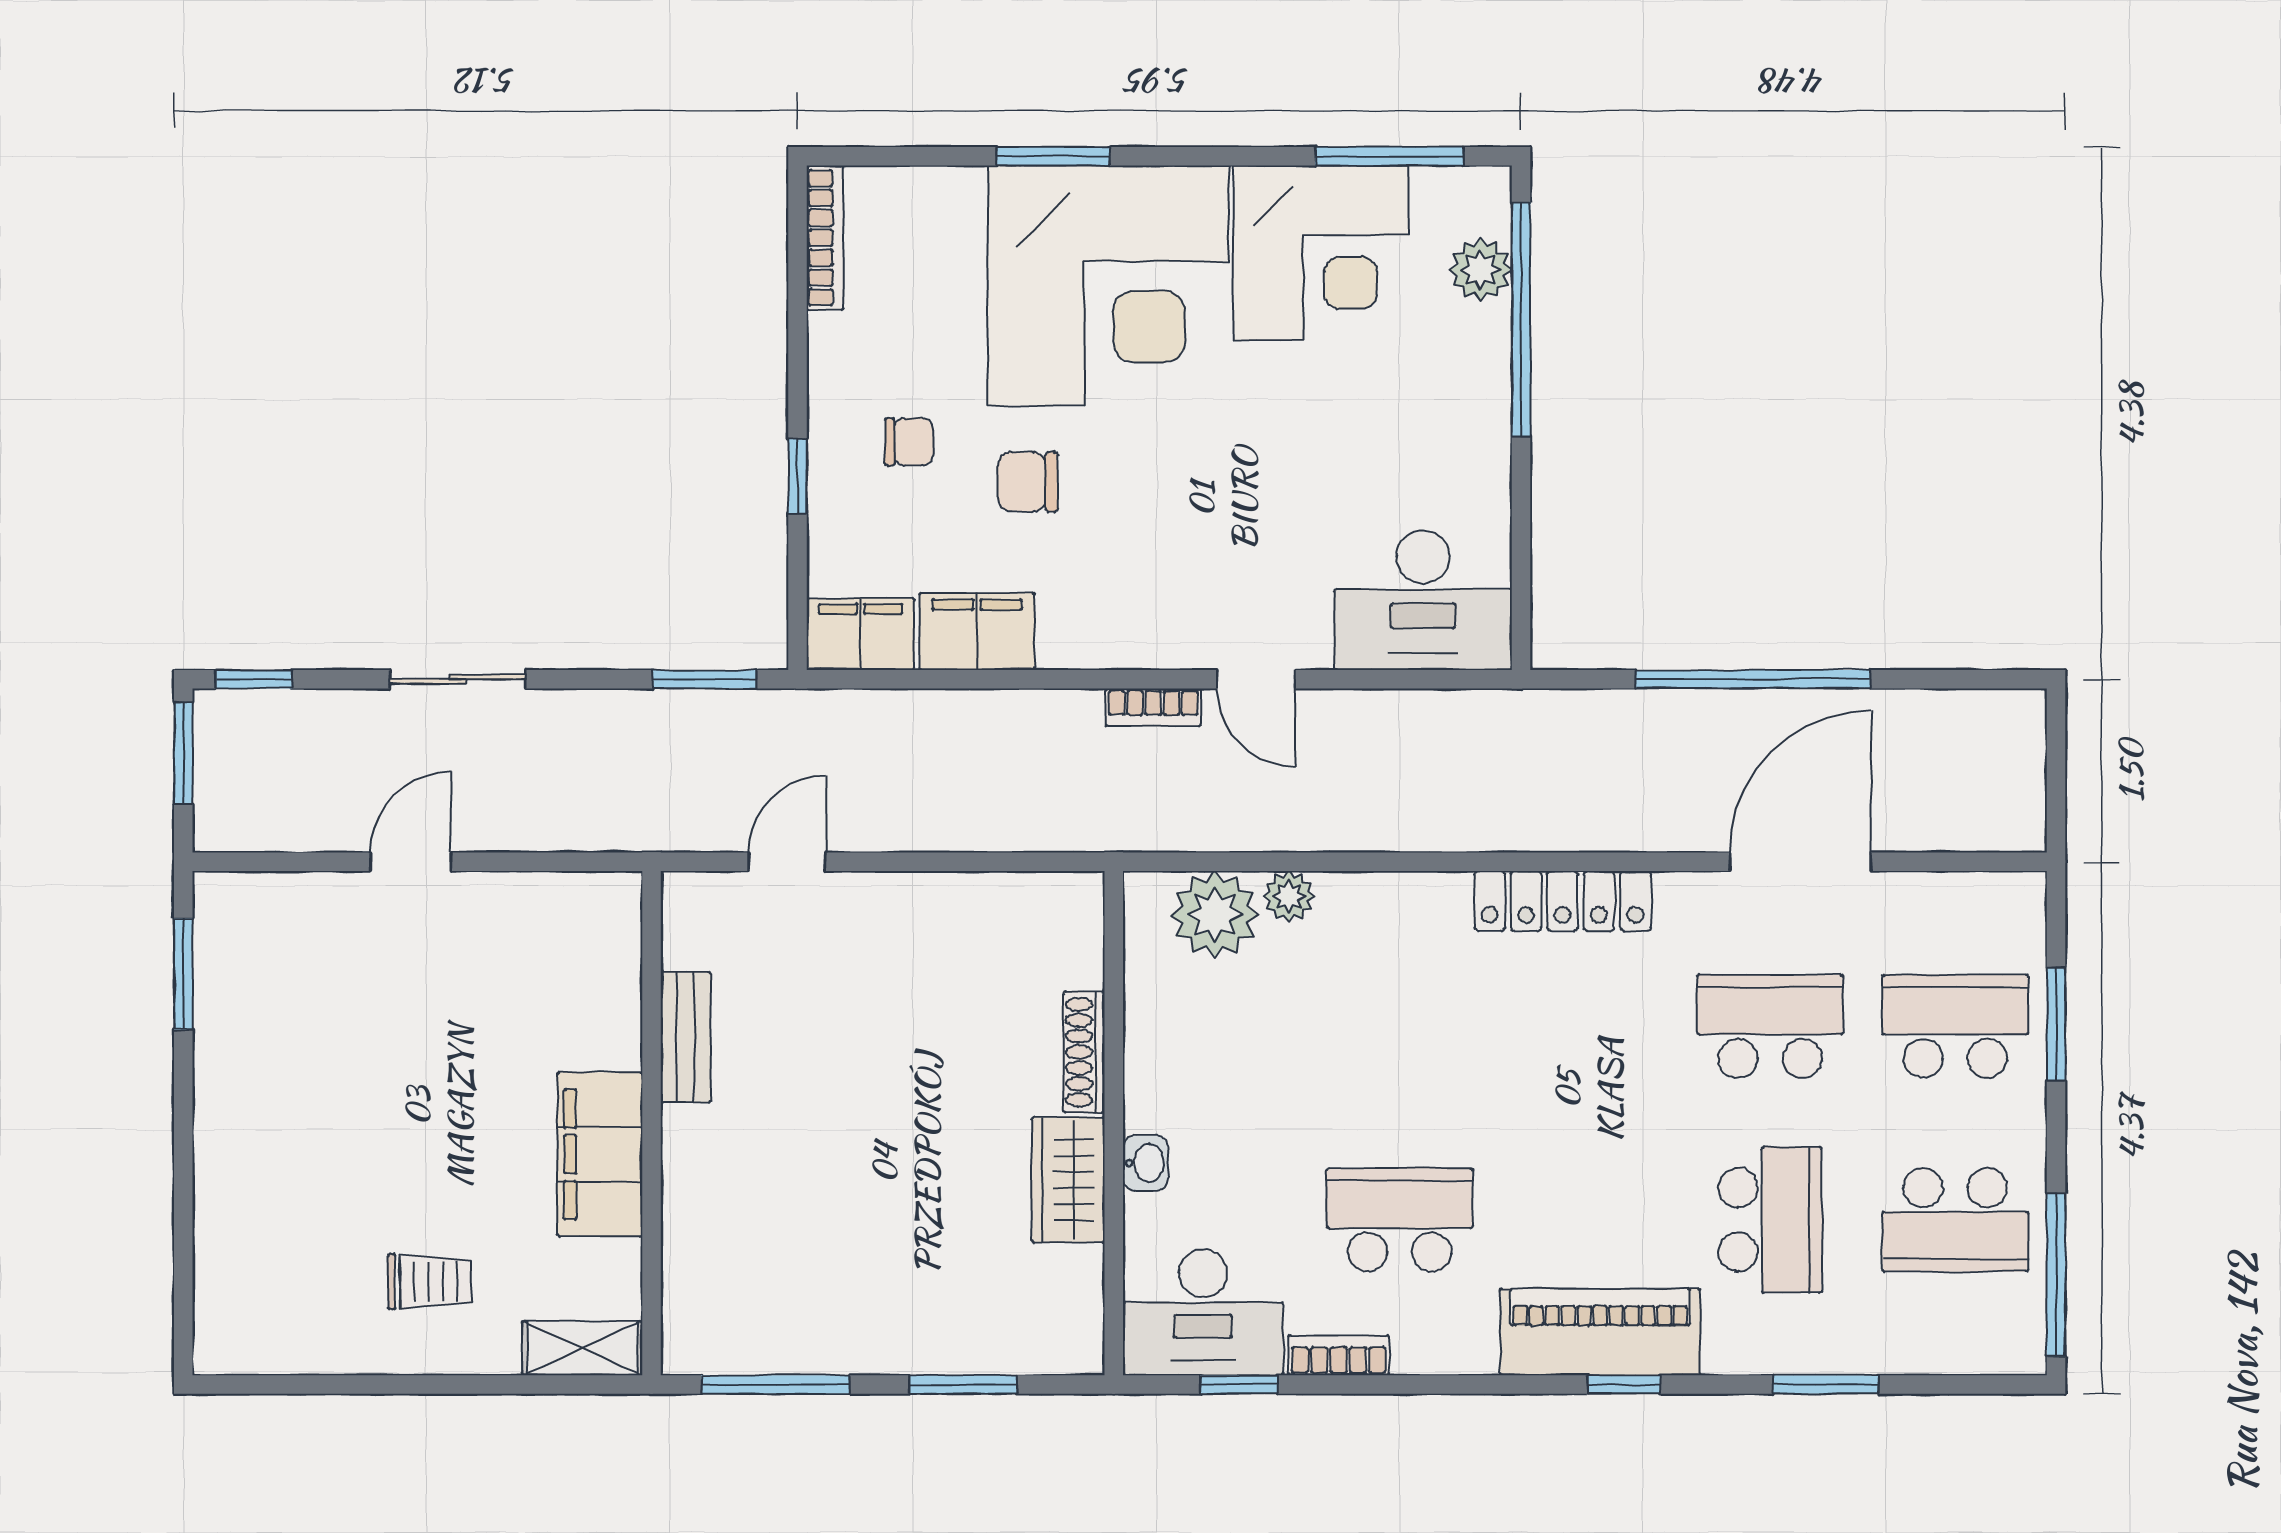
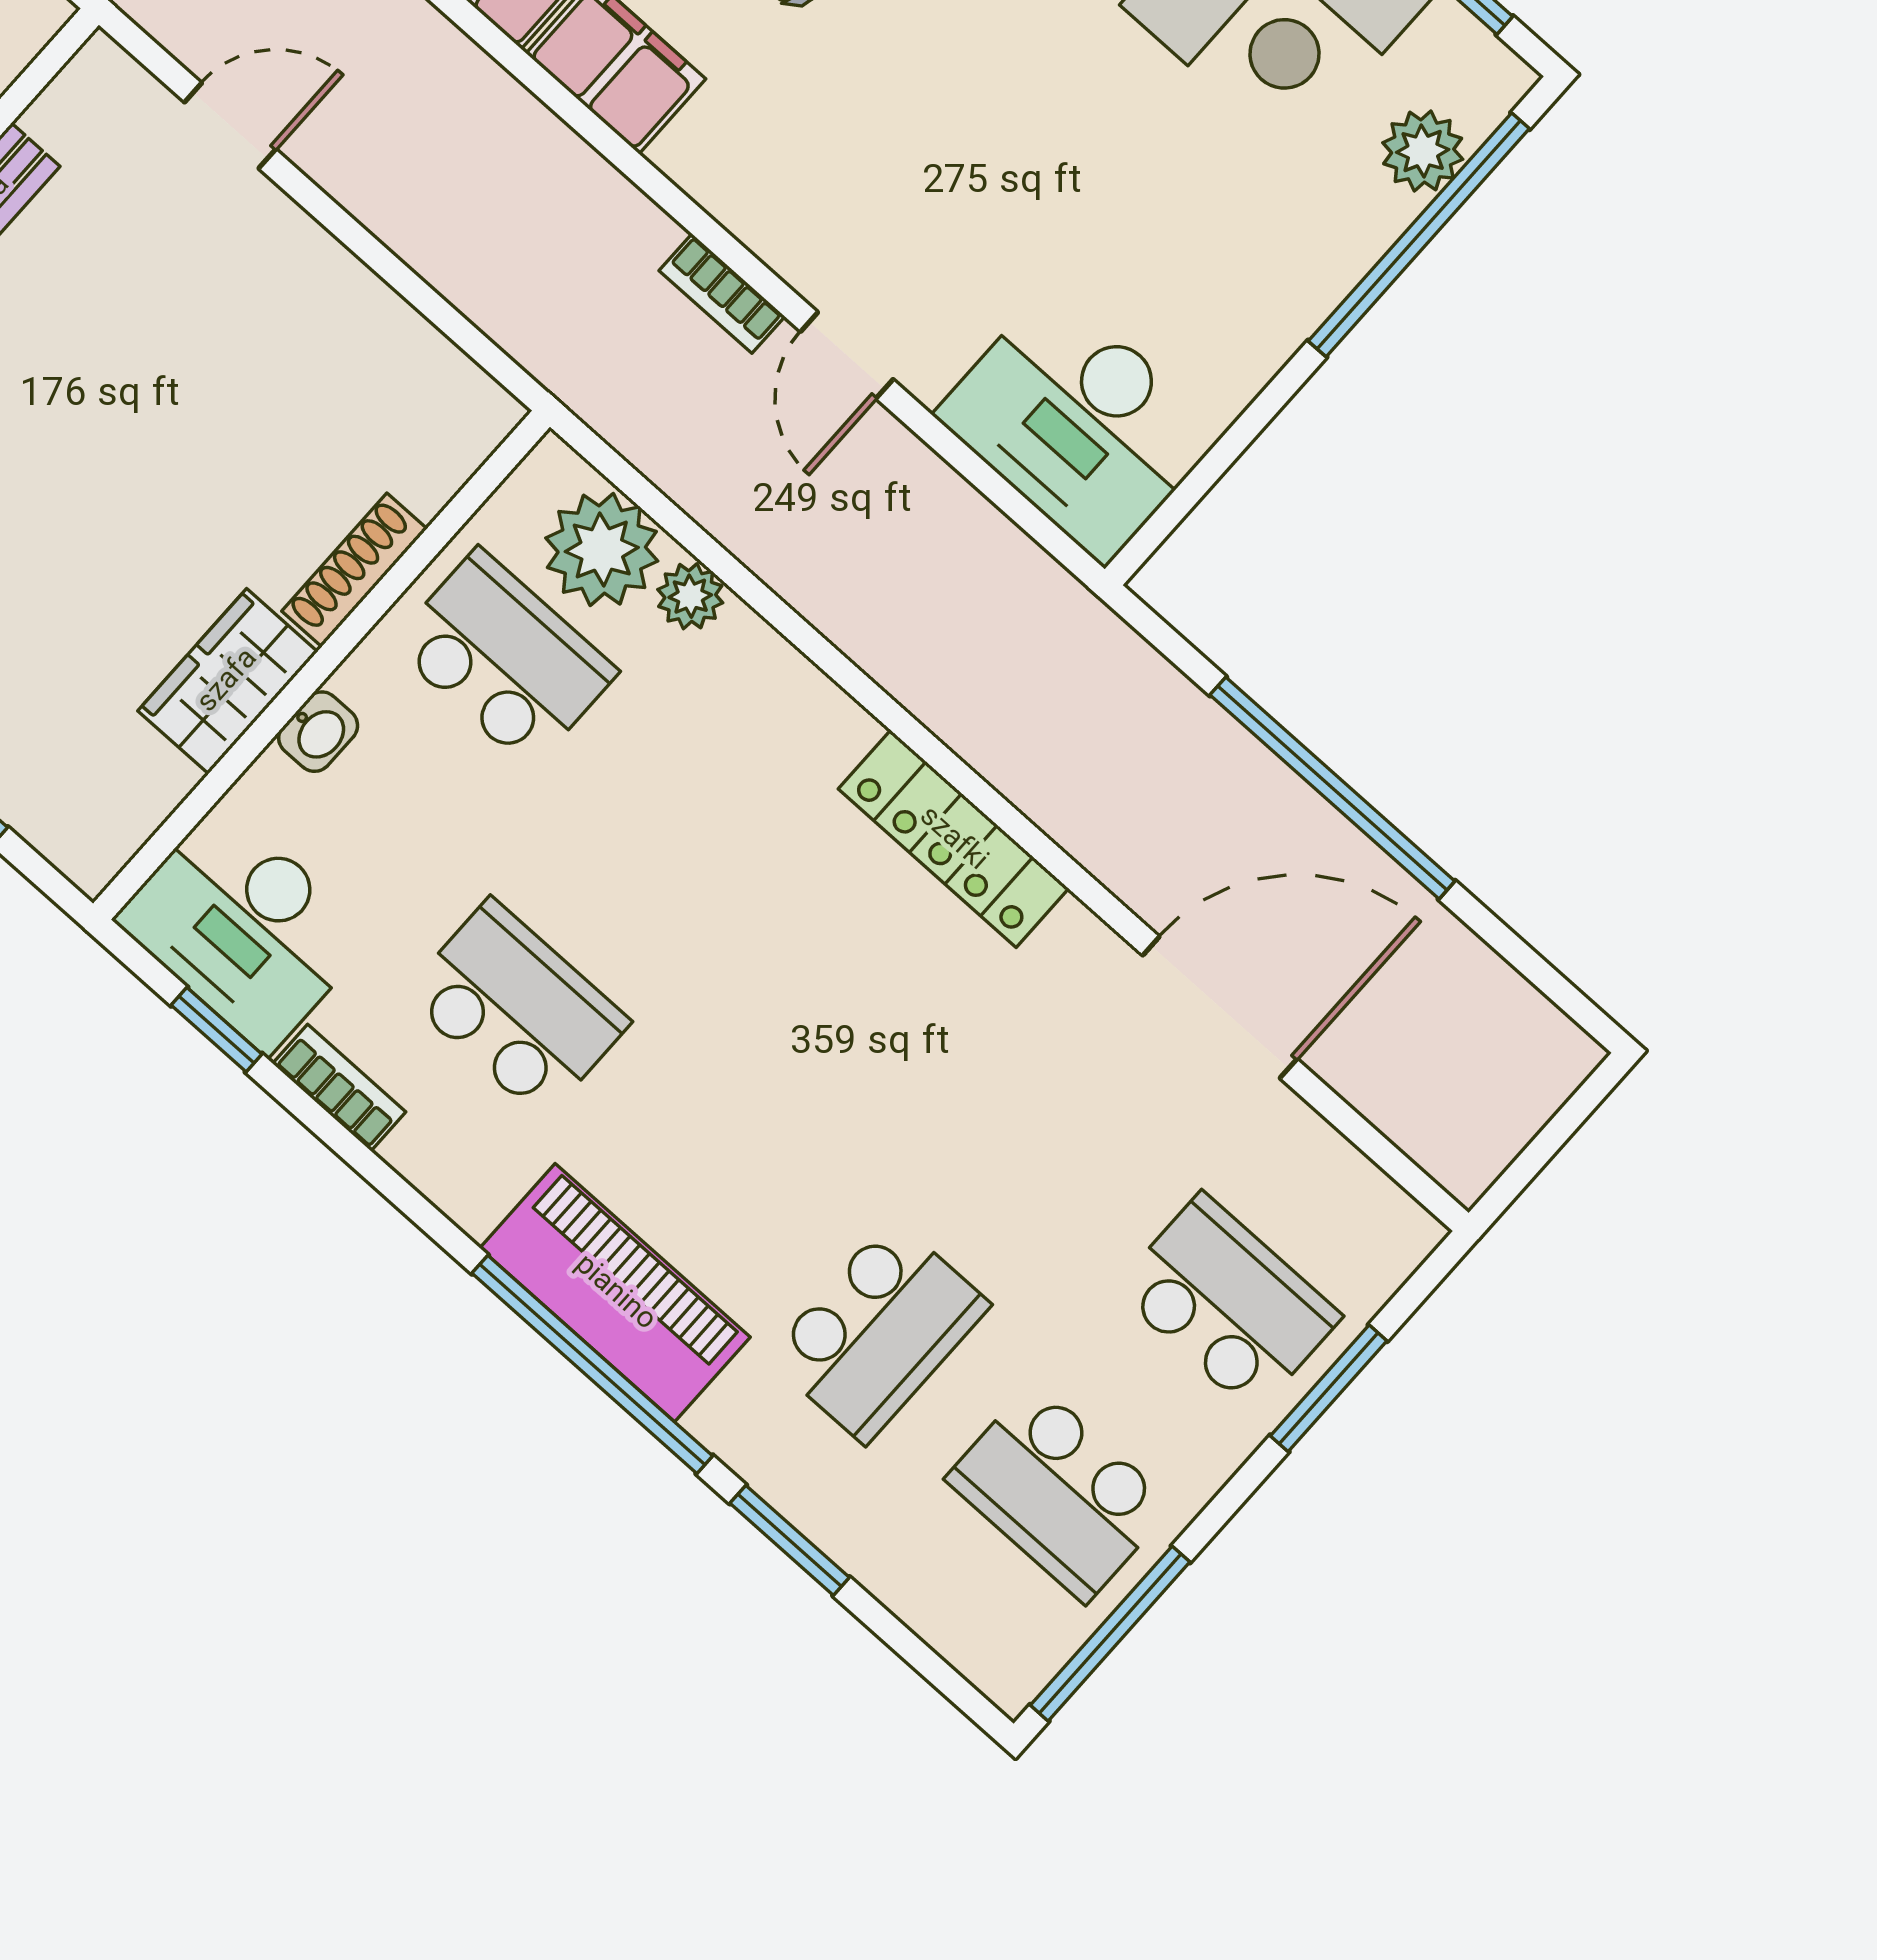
school desk: (1770, 1026) -> (504, 658), moved
window: (1624, 1385) -> (592, 1364), width x3.17

